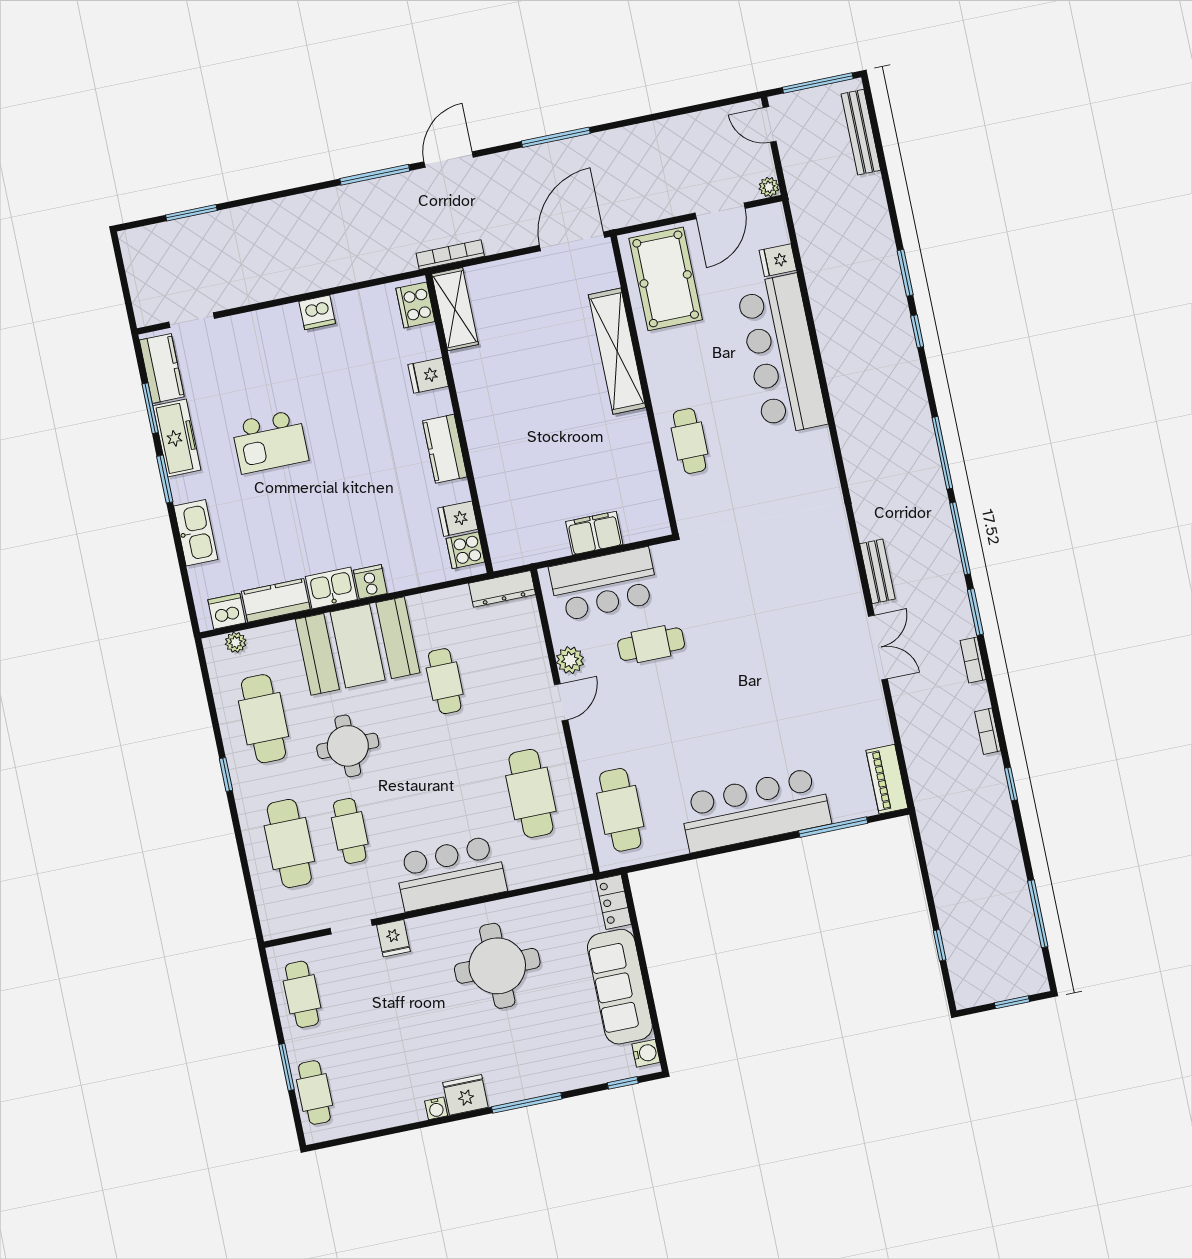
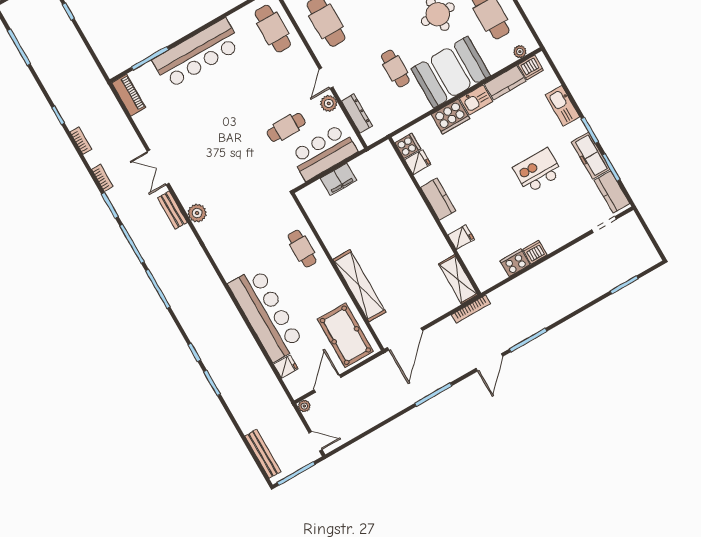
cooker: (415, 305) -> (515, 263), moved, turned -90
plant: (839, 554) -> (197, 213), added
cooker: (370, 582) -> (450, 116), width x1.87, depth x1.31
dresser: (502, 589) -> (357, 113), moved, turned 90

